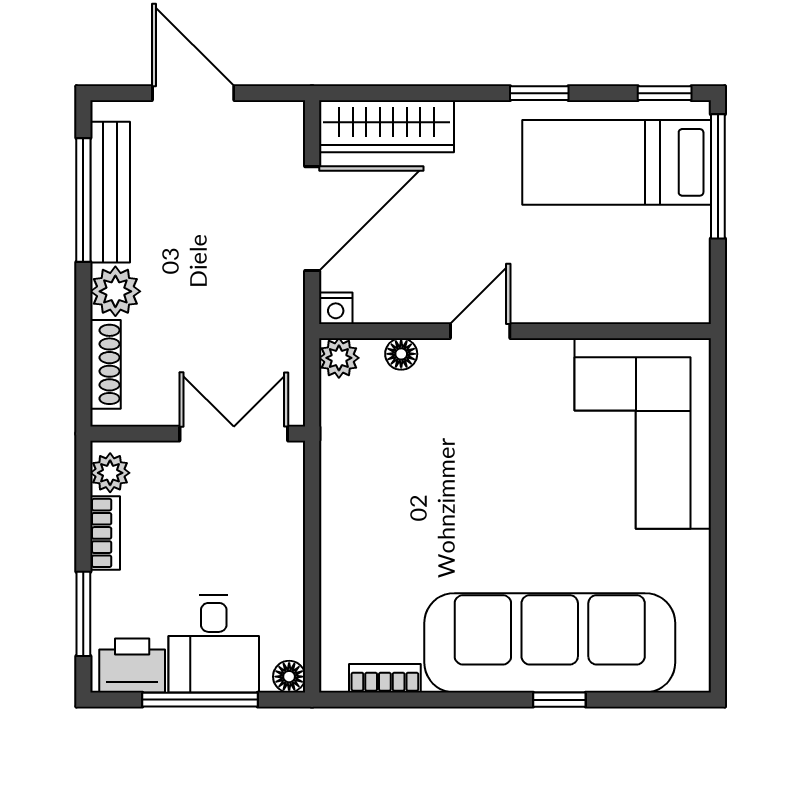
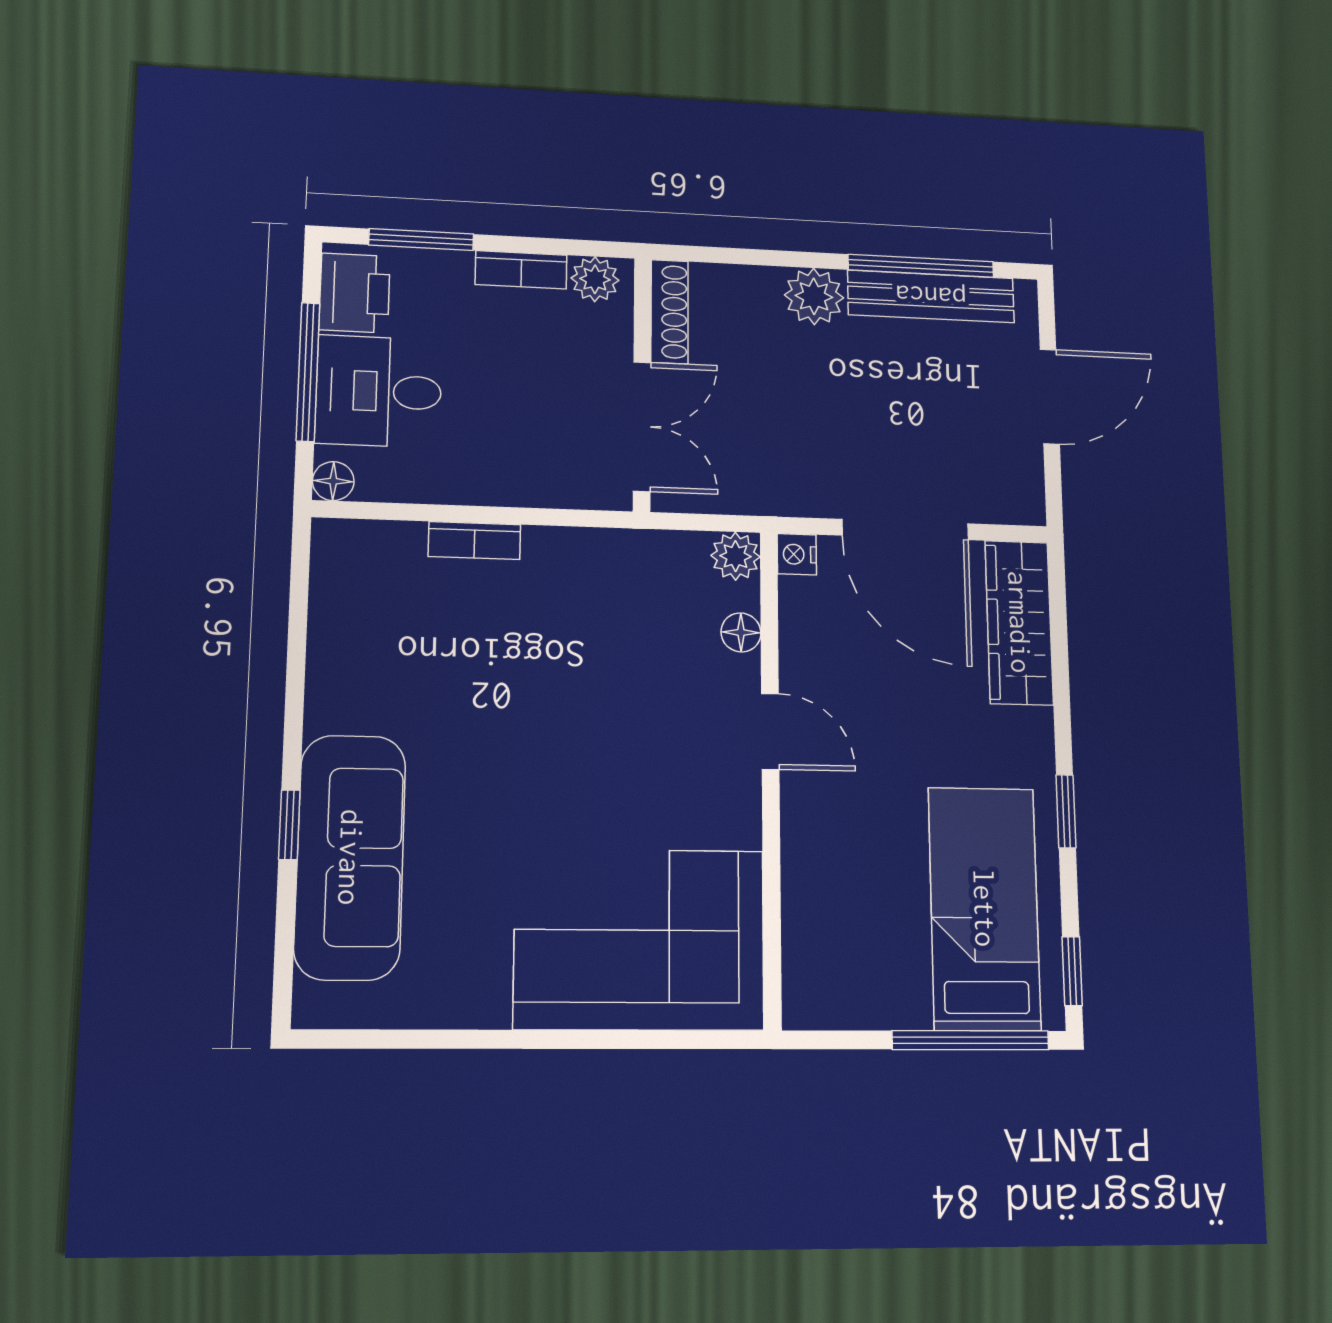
shoe rack: (106, 364) -> (669, 312), moved, turned -90
sofa: (550, 643) -> (350, 857), width x0.74, depth x0.79
bookcase: (385, 678) -> (474, 541), moved, turned 90

